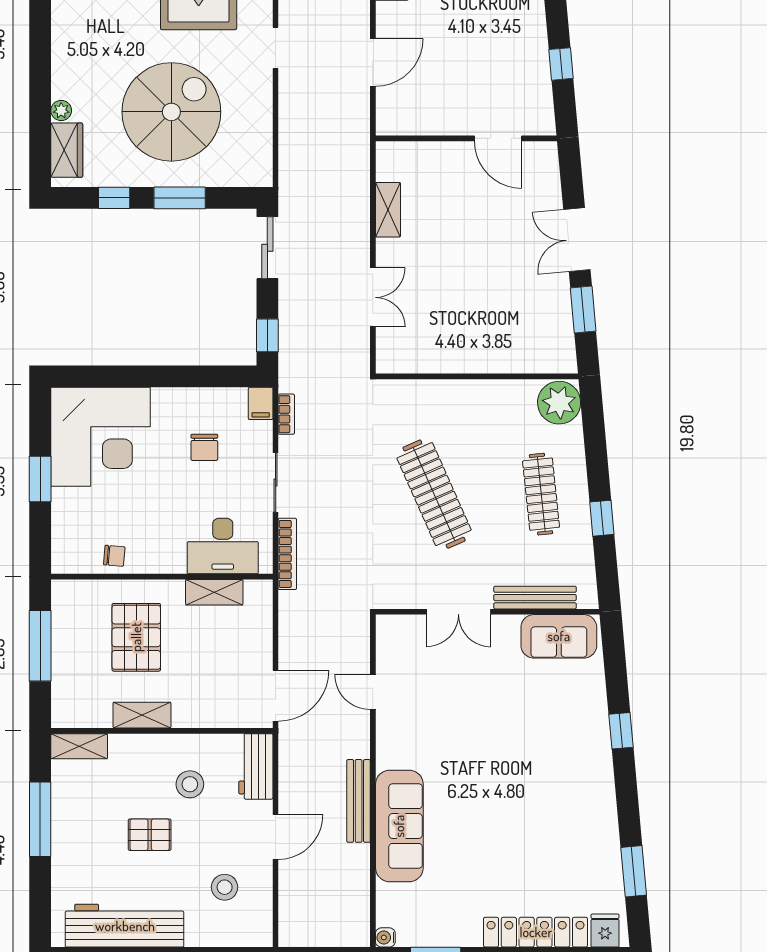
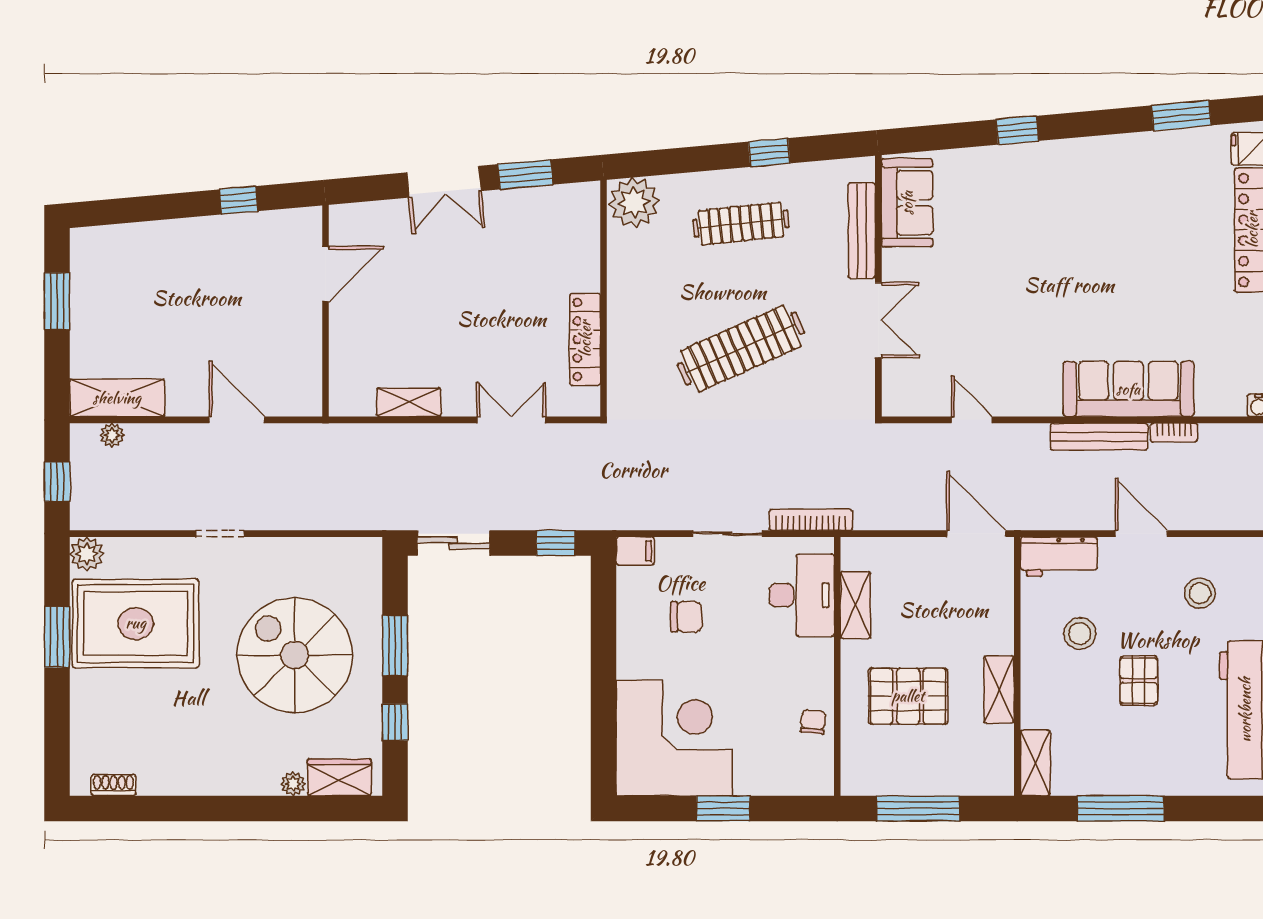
locker: (442, 361) -> (585, 339), added
bookcase: (286, 414) -> (1174, 432), moved, turned 180
door: (373, 692) -> (972, 420), swing flipped

